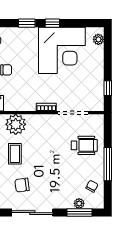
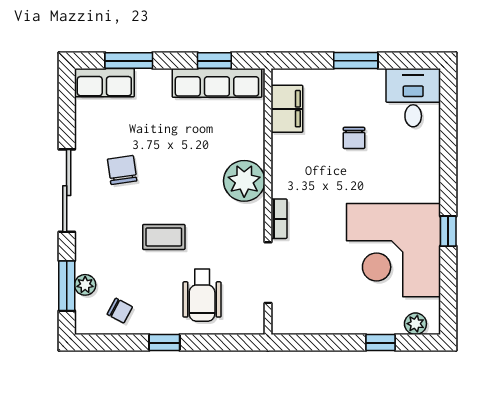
window: (27, 23) -> (448, 179), removed
window: (108, 88) -> (380, 343), moved
plant: (16, 124) -> (244, 181), moved
coffee table: (15, 154) -> (164, 237), moved
window: (108, 164) -> (164, 343), width x0.46

